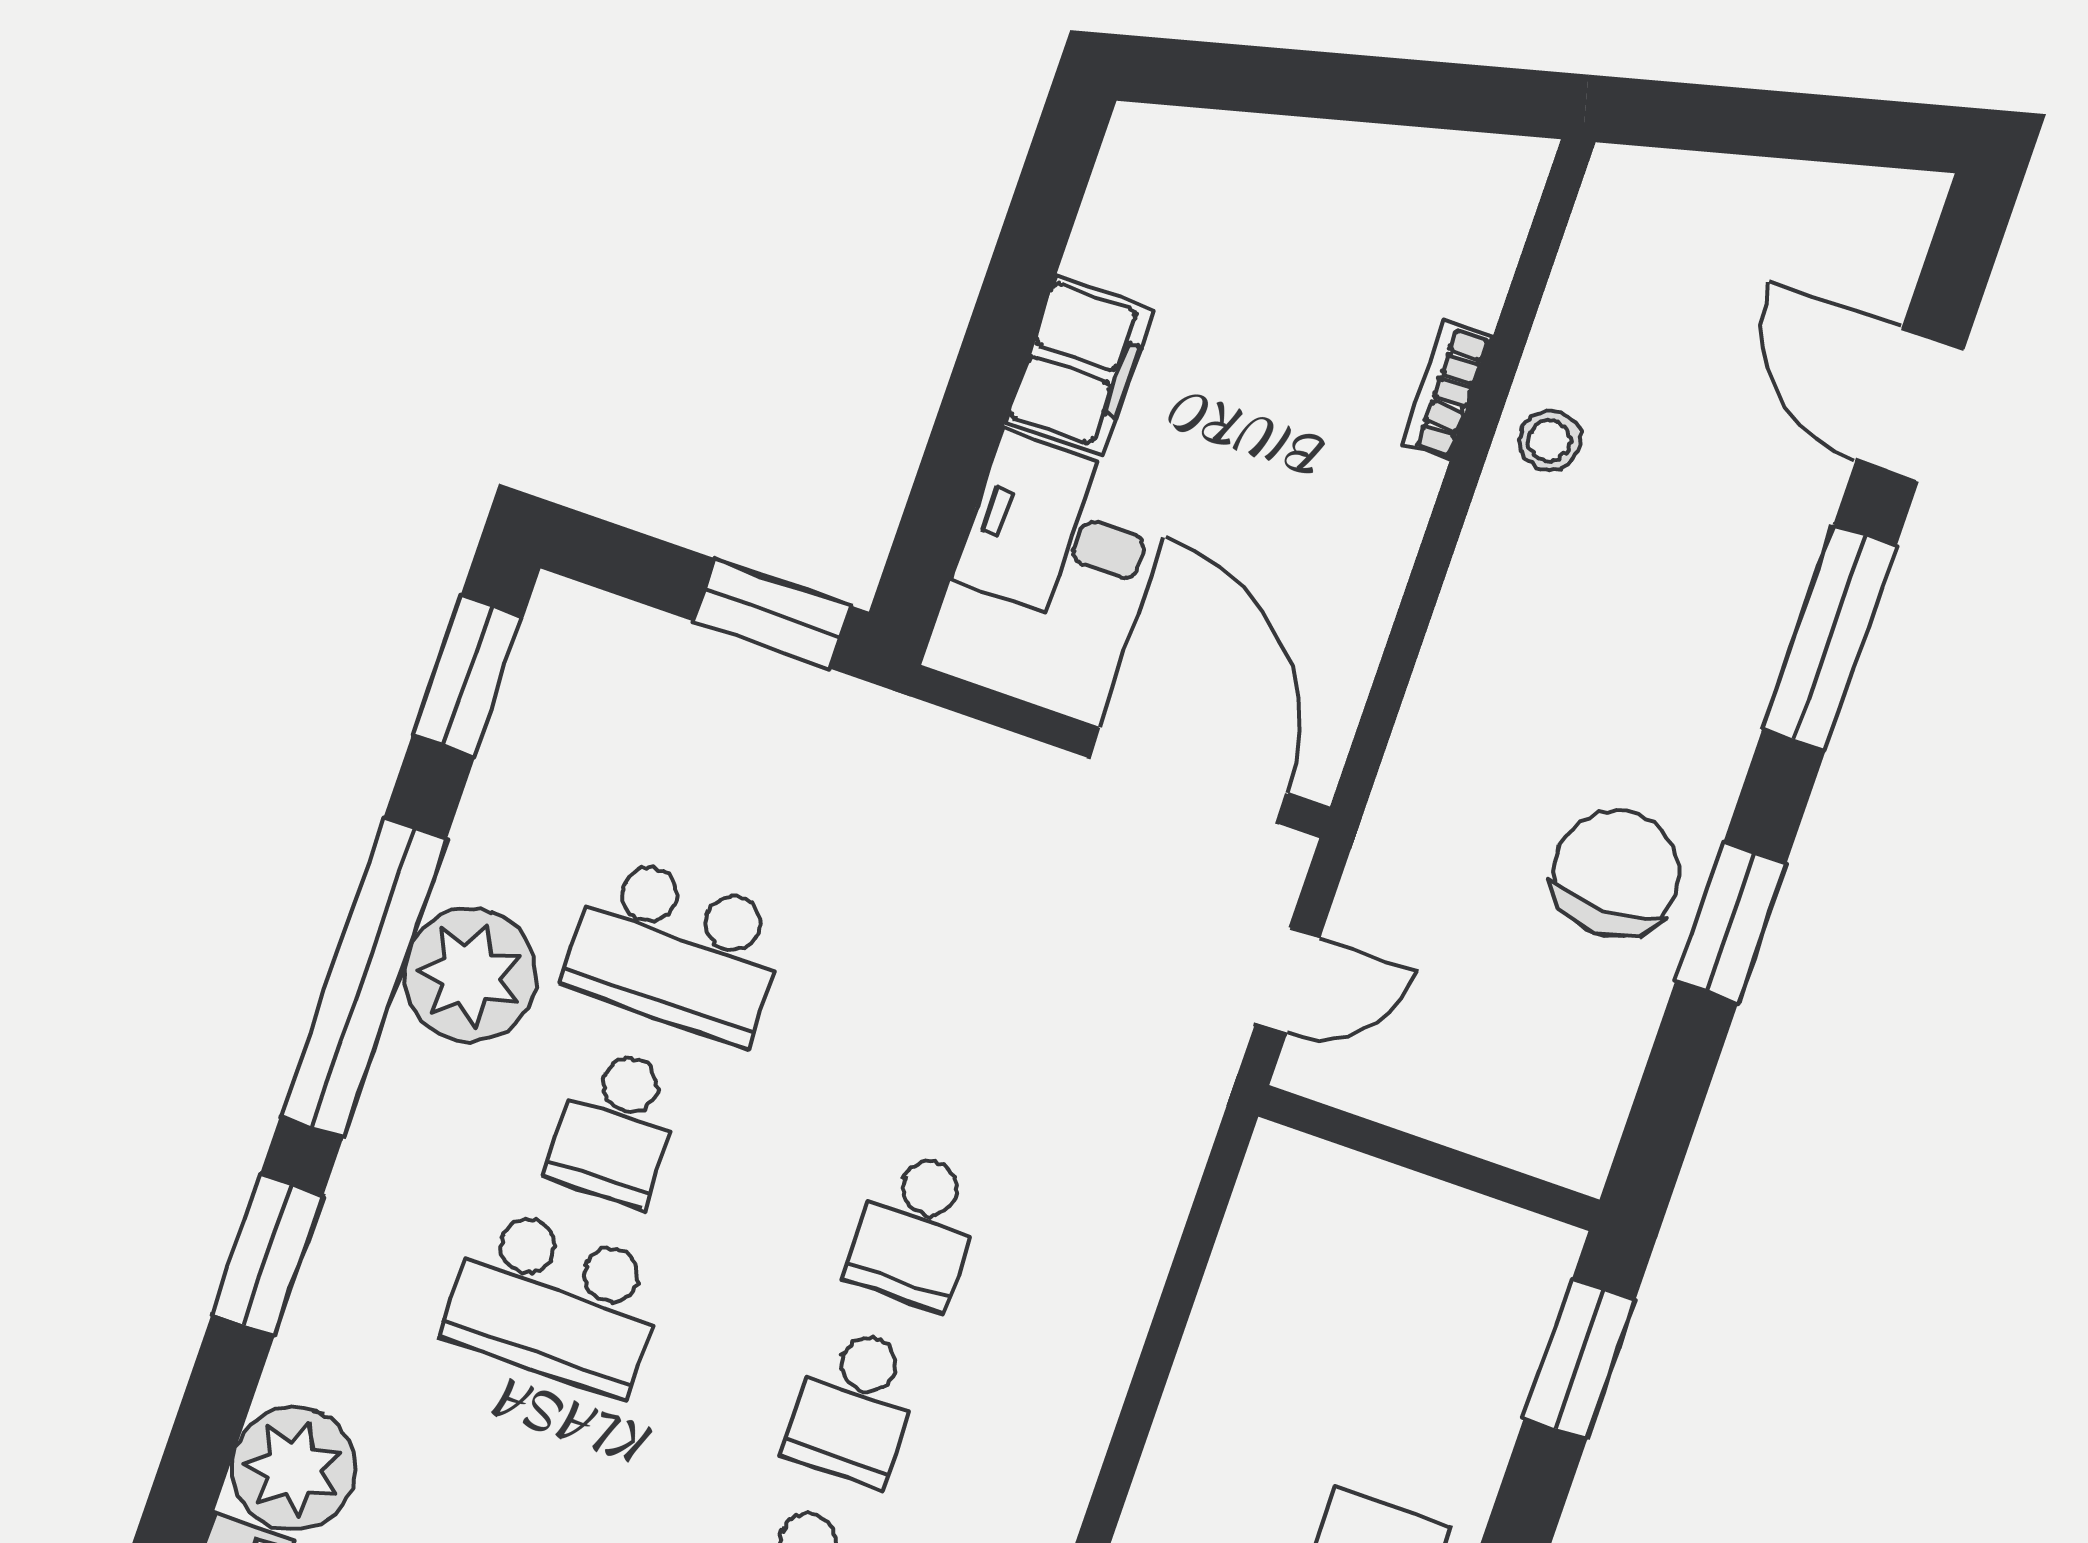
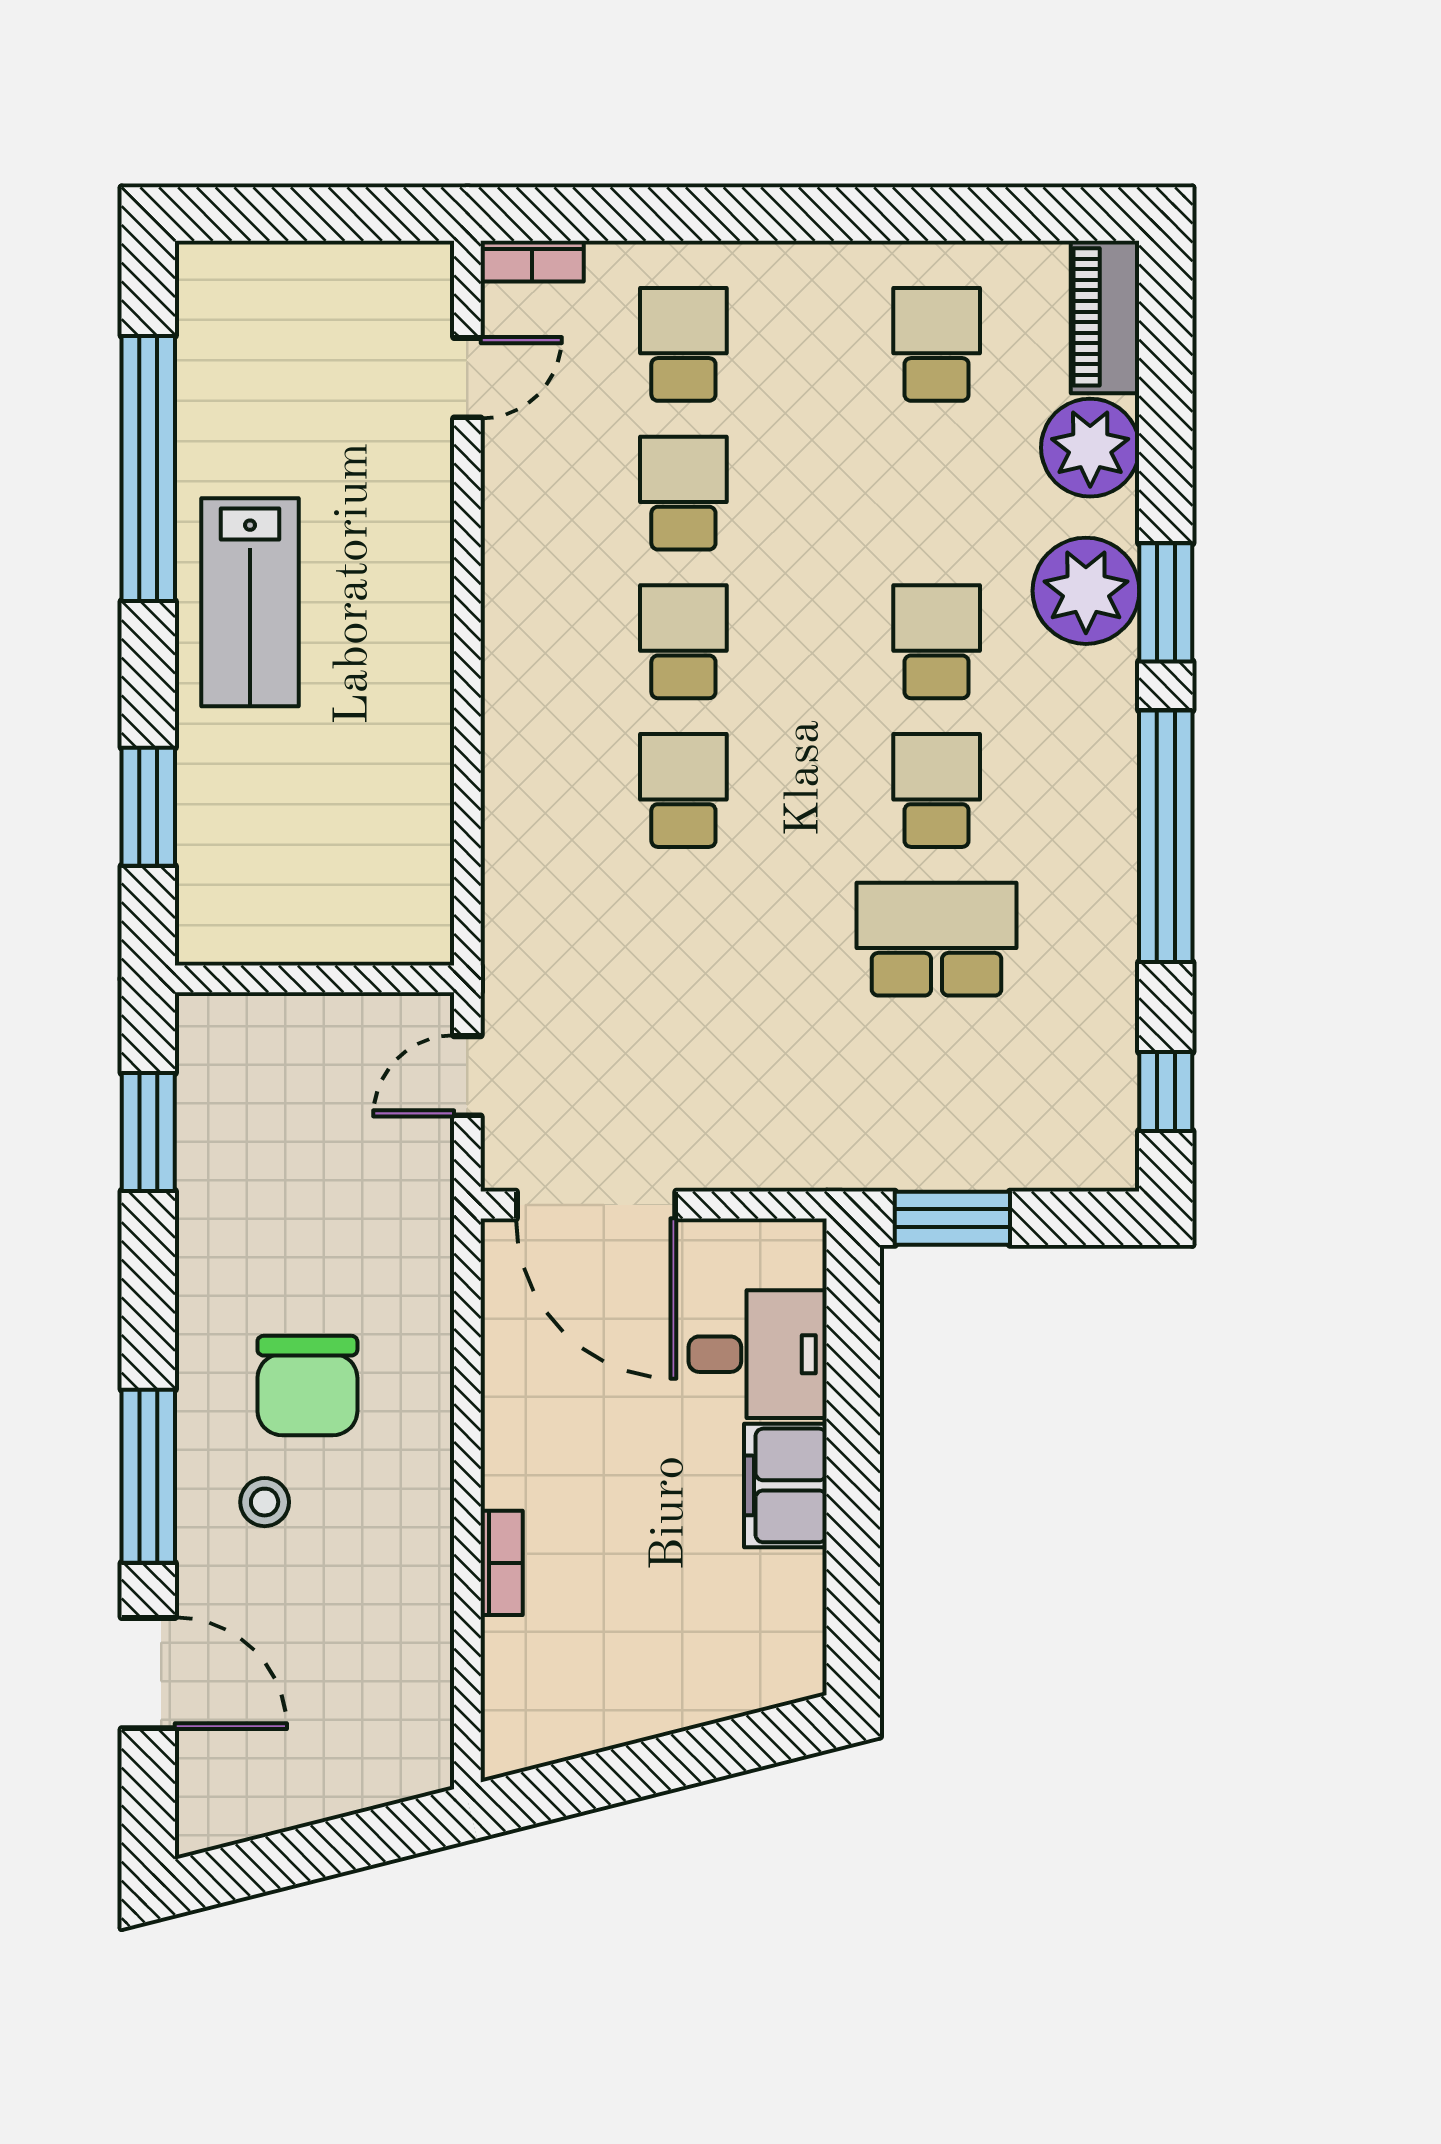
stool: (1550, 441) -> (265, 1502), moved
window: (468, 676) -> (1166, 1092), width x0.67
chair: (1615, 874) -> (307, 1386), moved
window: (1731, 922) -> (148, 1132), moved
plant: (470, 975) -> (1086, 591), moved
school desk: (555, 1302) -> (937, 642), width x0.54
window: (1579, 1359) -> (148, 807), moved

